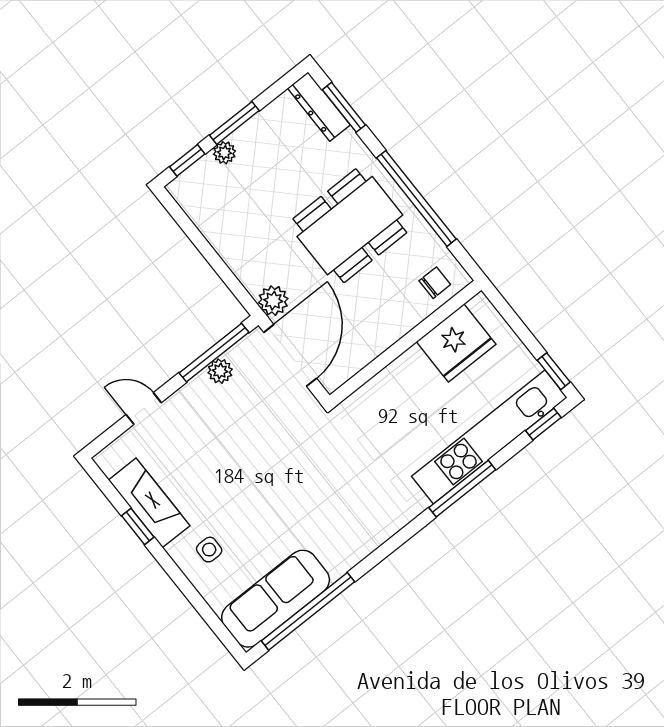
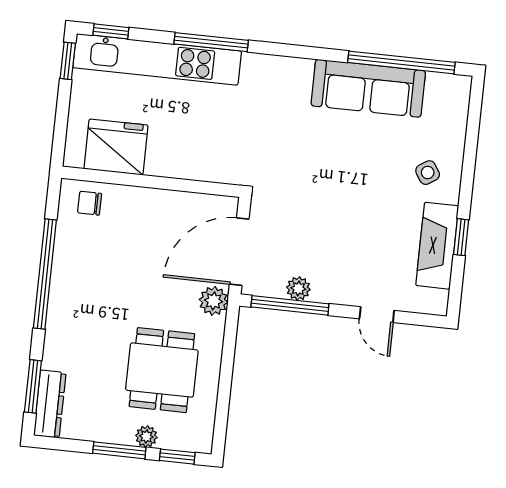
dining table: (350, 226) -> (162, 370), moved, width x0.73
side table: (209, 550) -> (428, 173), turned -33
sofa: (276, 599) -> (368, 88), moved

